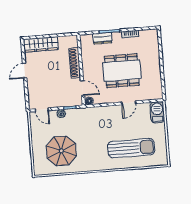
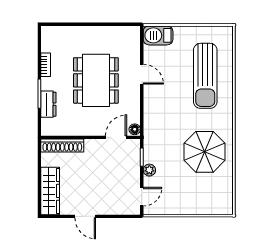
shoe rack: (75, 63) -> (62, 145), moved
sun lounger: (131, 148) -> (205, 76), turned 180
parasol: (61, 151) -> (204, 152), moved

